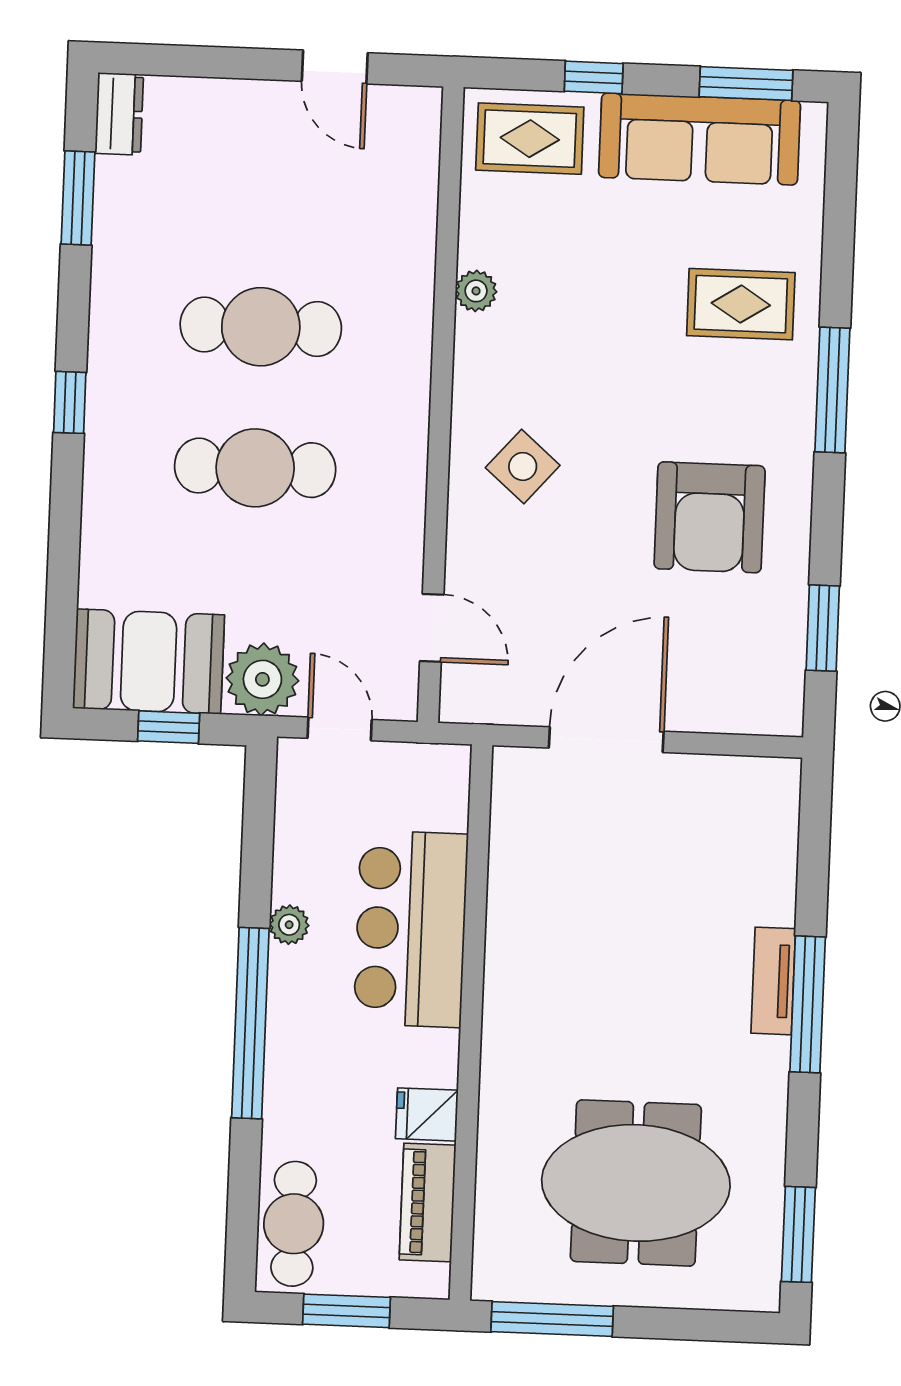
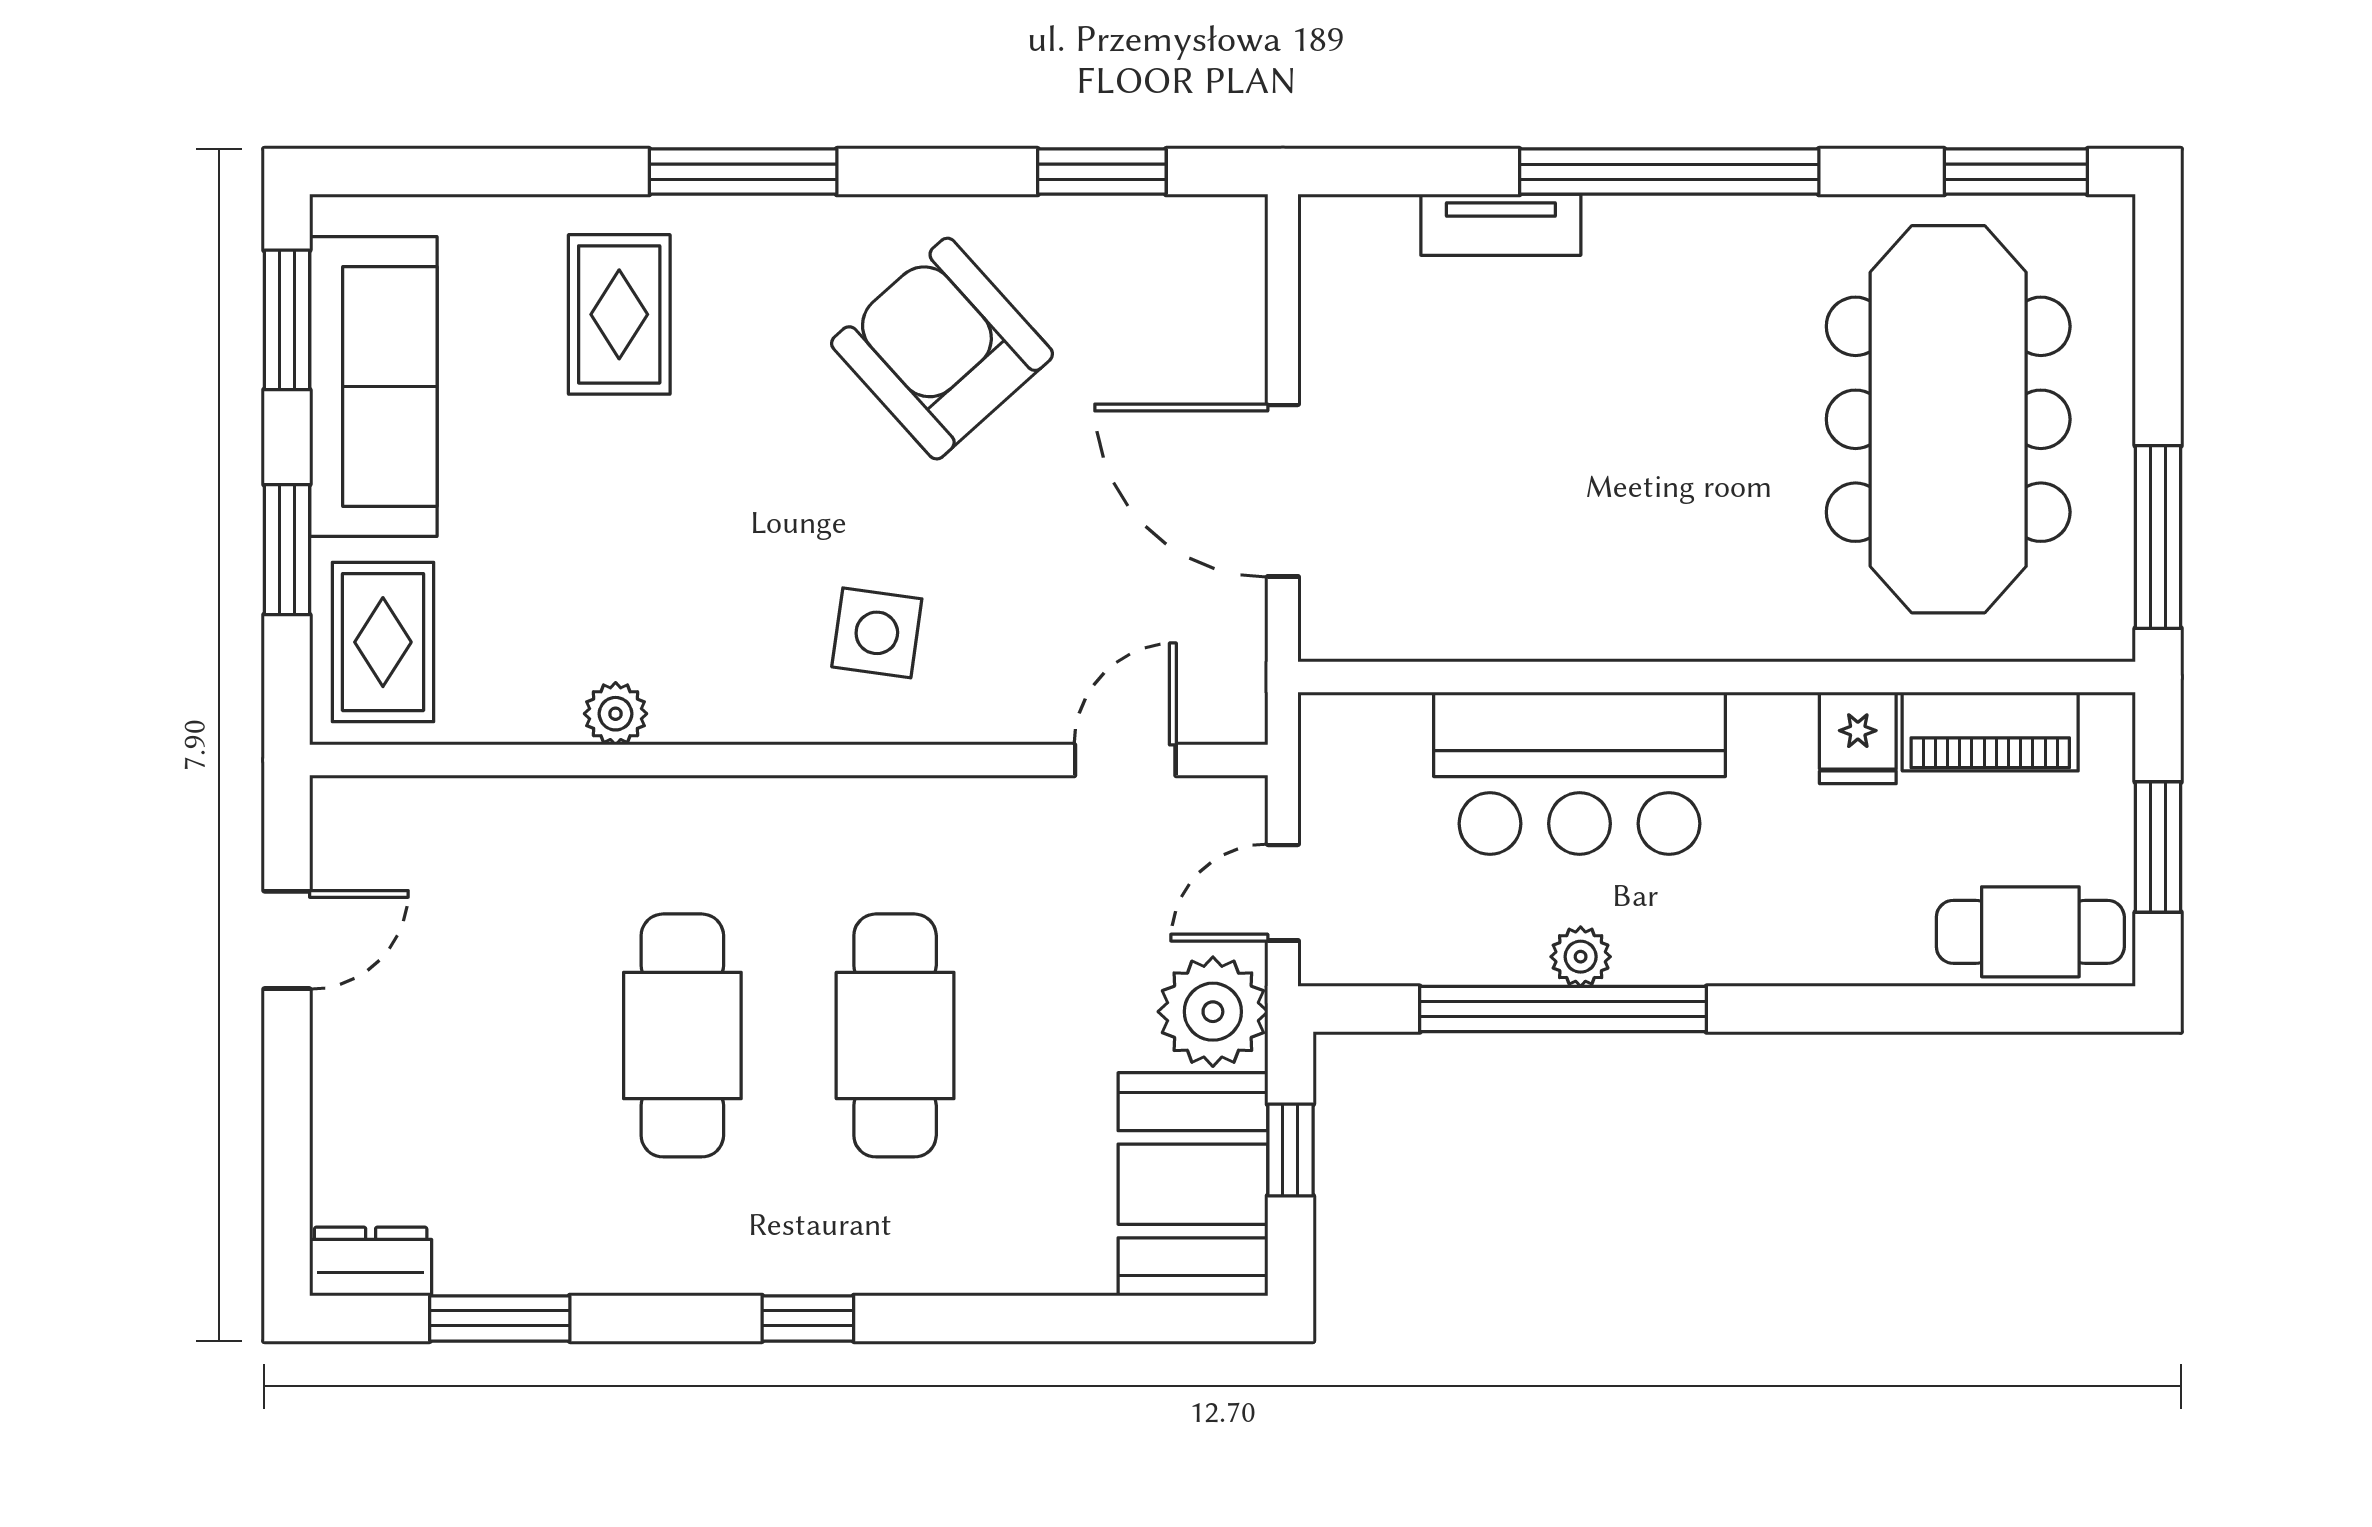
window: (594, 77) -> (287, 550), width x1.50
side table: (523, 466) -> (877, 633), turned -33
armchair: (710, 517) -> (942, 349), turned -132
tv unit: (773, 981) -> (1501, 225), moved
window: (808, 1004) -> (1669, 172), width x1.46
window: (250, 1023) -> (1563, 1009), moved
meeting table: (636, 1183) -> (1948, 419), width x1.36

